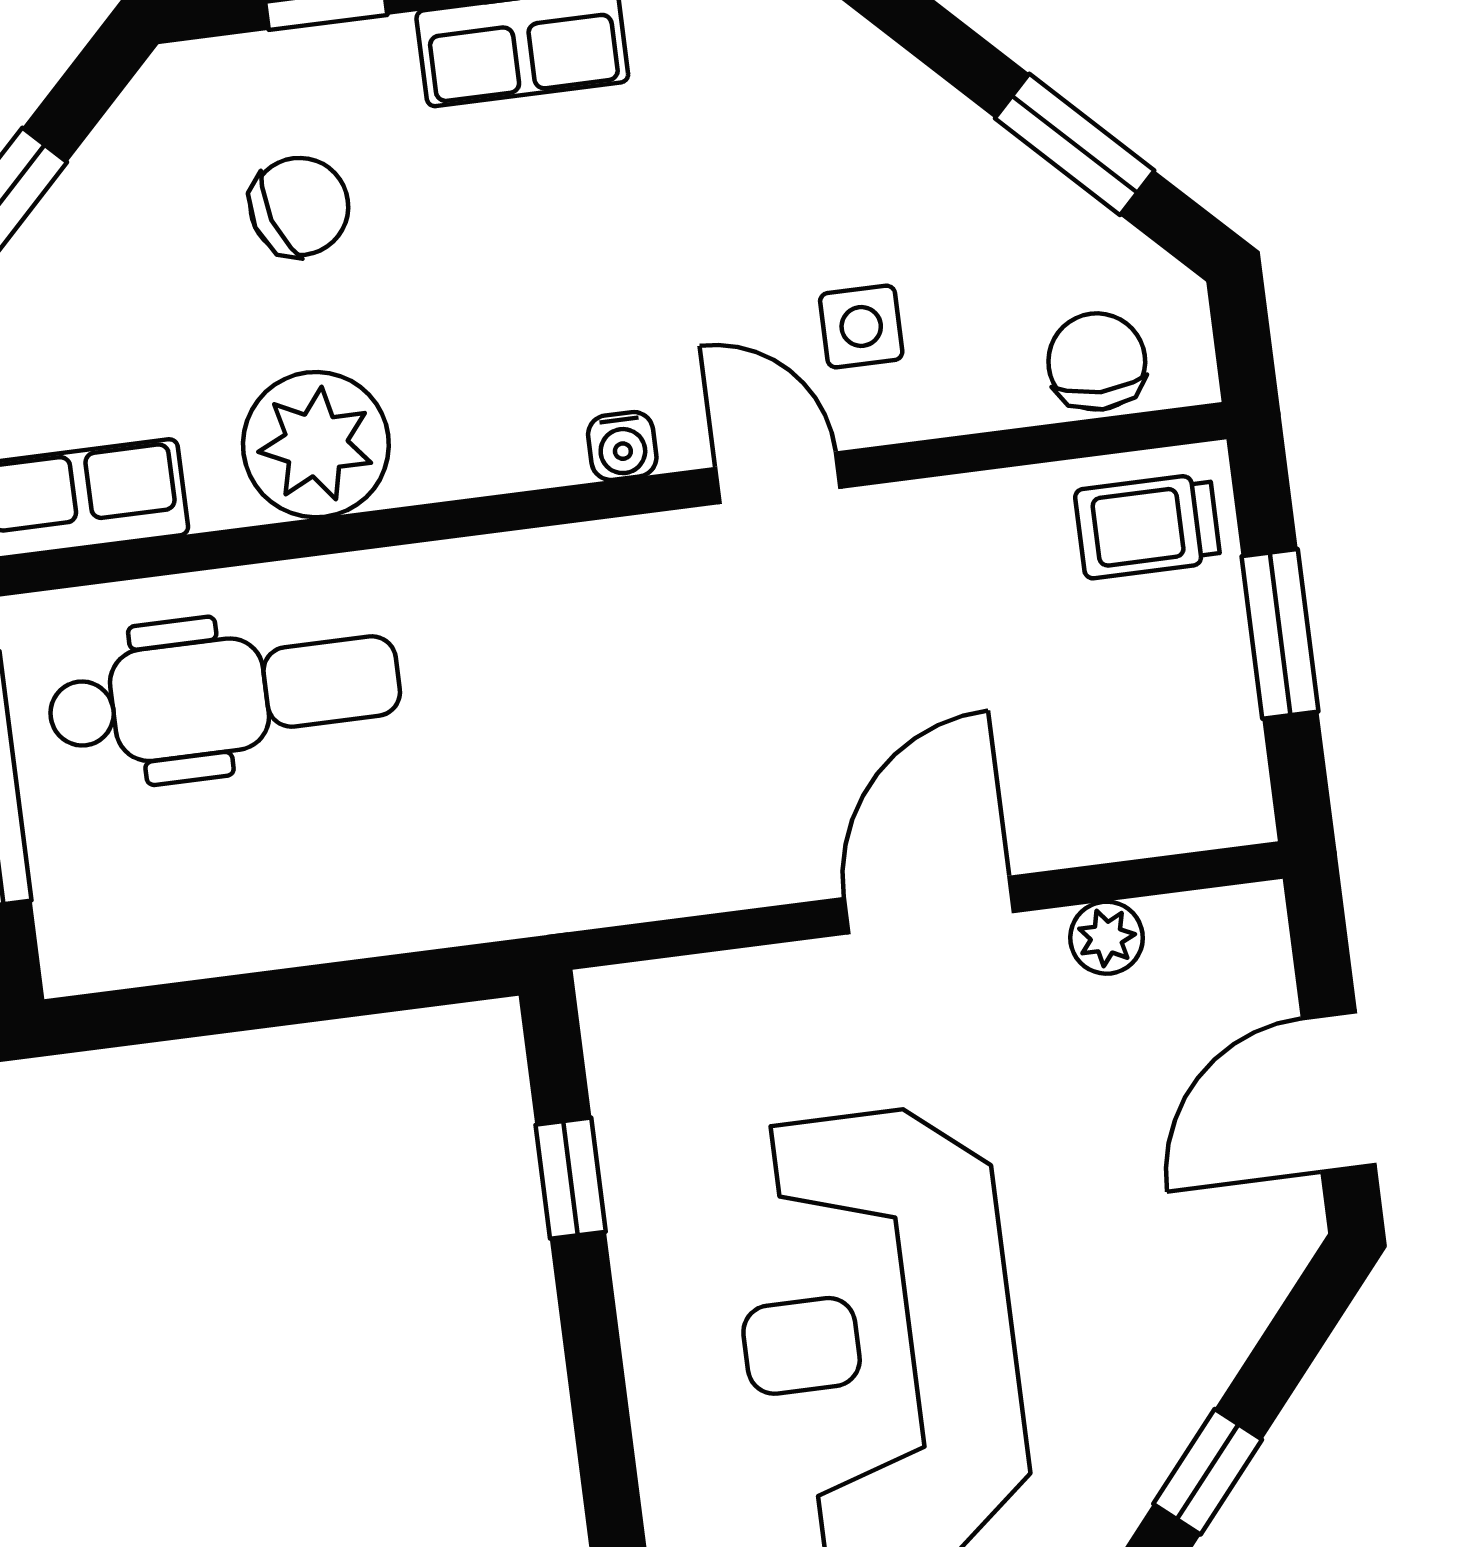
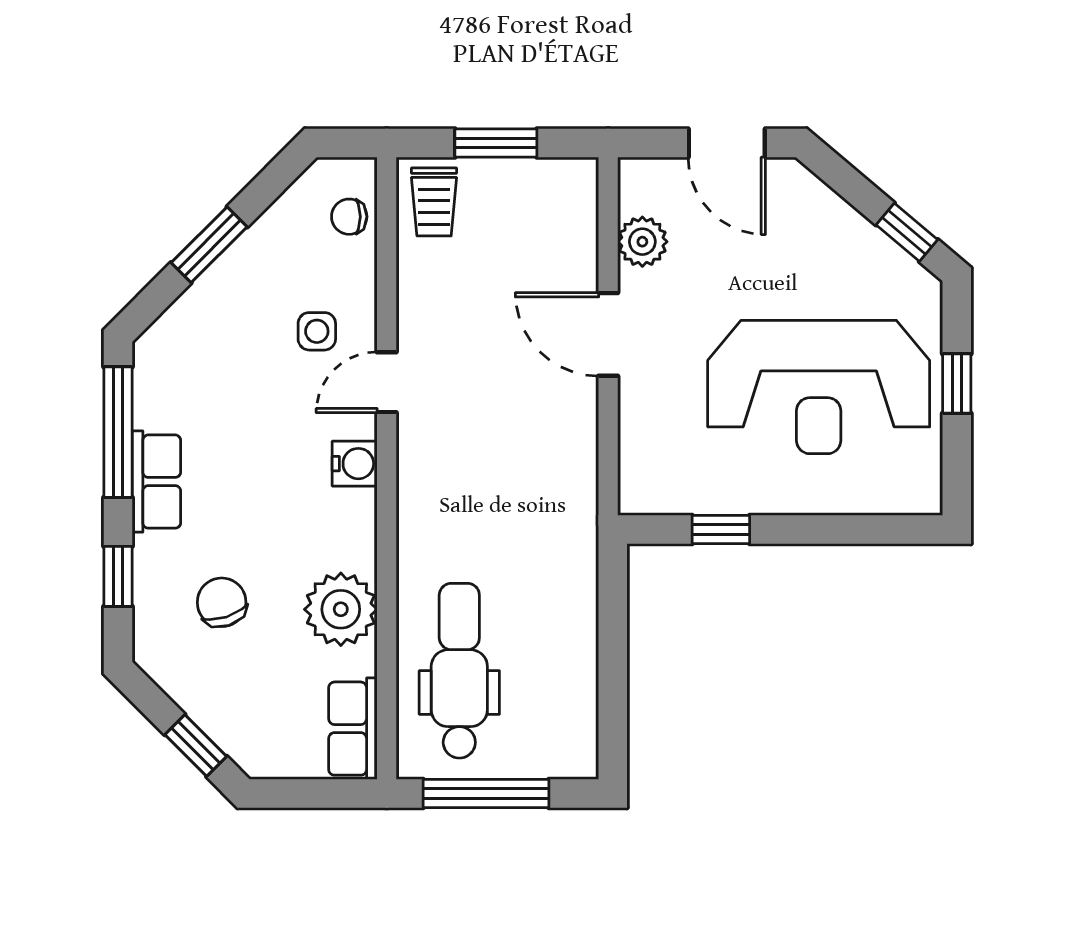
window: (1075, 144) -> (209, 245), moved
chair: (1097, 361) -> (349, 217), width x0.73, depth x0.73
water cooler: (622, 446) -> (355, 464), width x1.38, depth x1.38
plant: (1107, 938) -> (642, 242), width x1.38, depth x1.38

